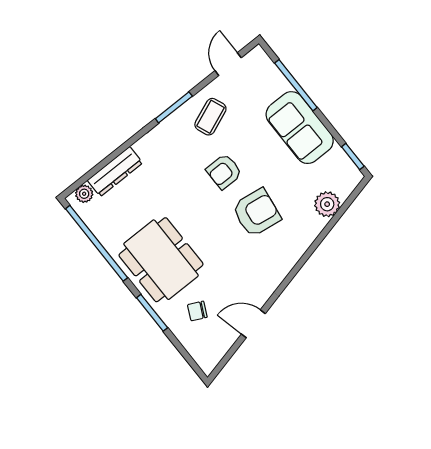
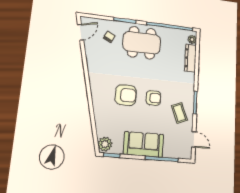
armchair: (224, 172) -> (153, 98), turned 90
plant: (327, 204) -> (105, 144), moved
armchair: (256, 213) -> (126, 95), turned -98
door: (253, 324) -> (81, 32), moved

